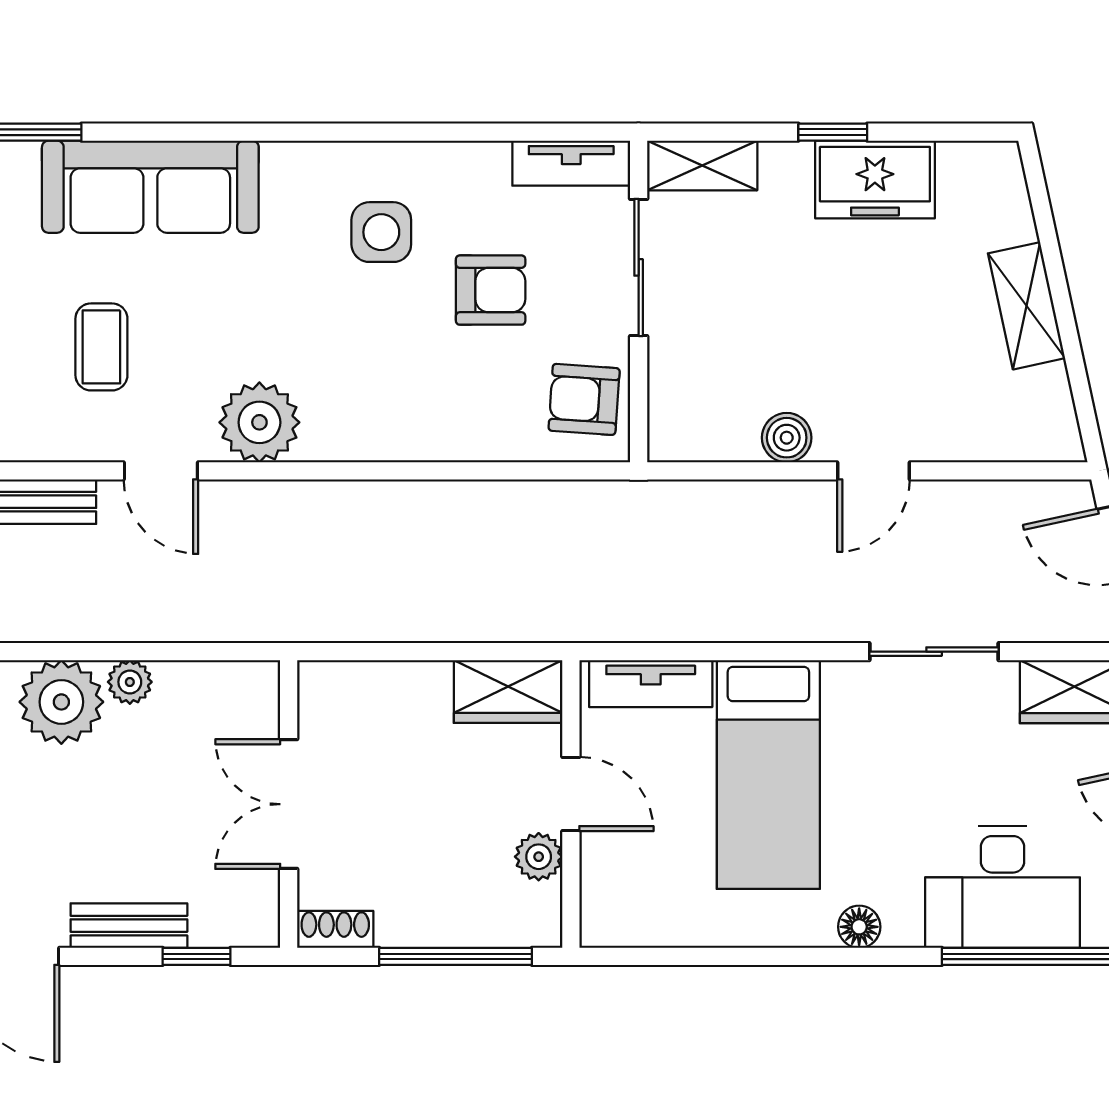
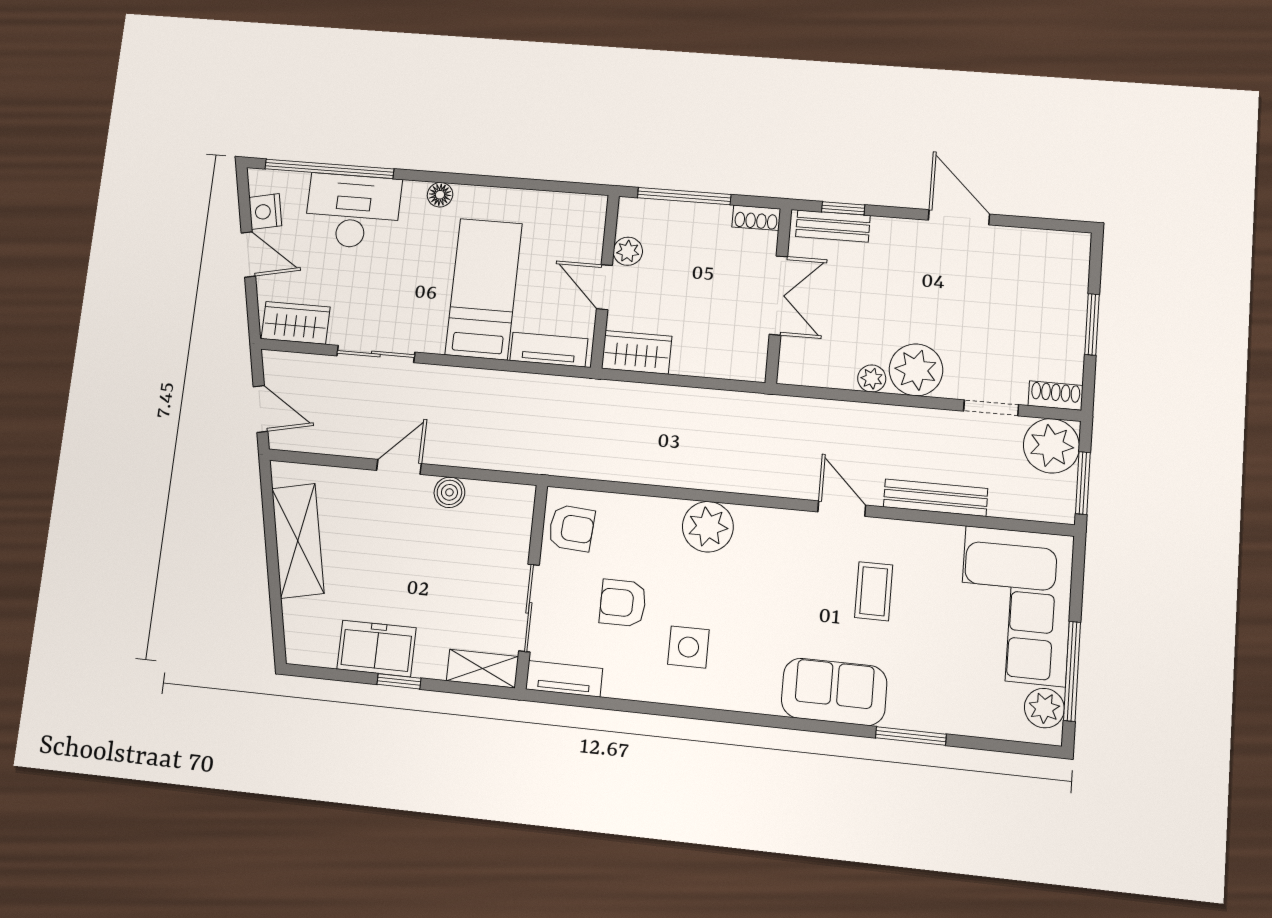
sofa: (150, 187) -> (834, 692), width x0.73
shelving: (1027, 306) -> (298, 541), width x1.50, depth x1.33
plant: (259, 422) -> (708, 527), moved
bench: (129, 926) -> (833, 226), moved

